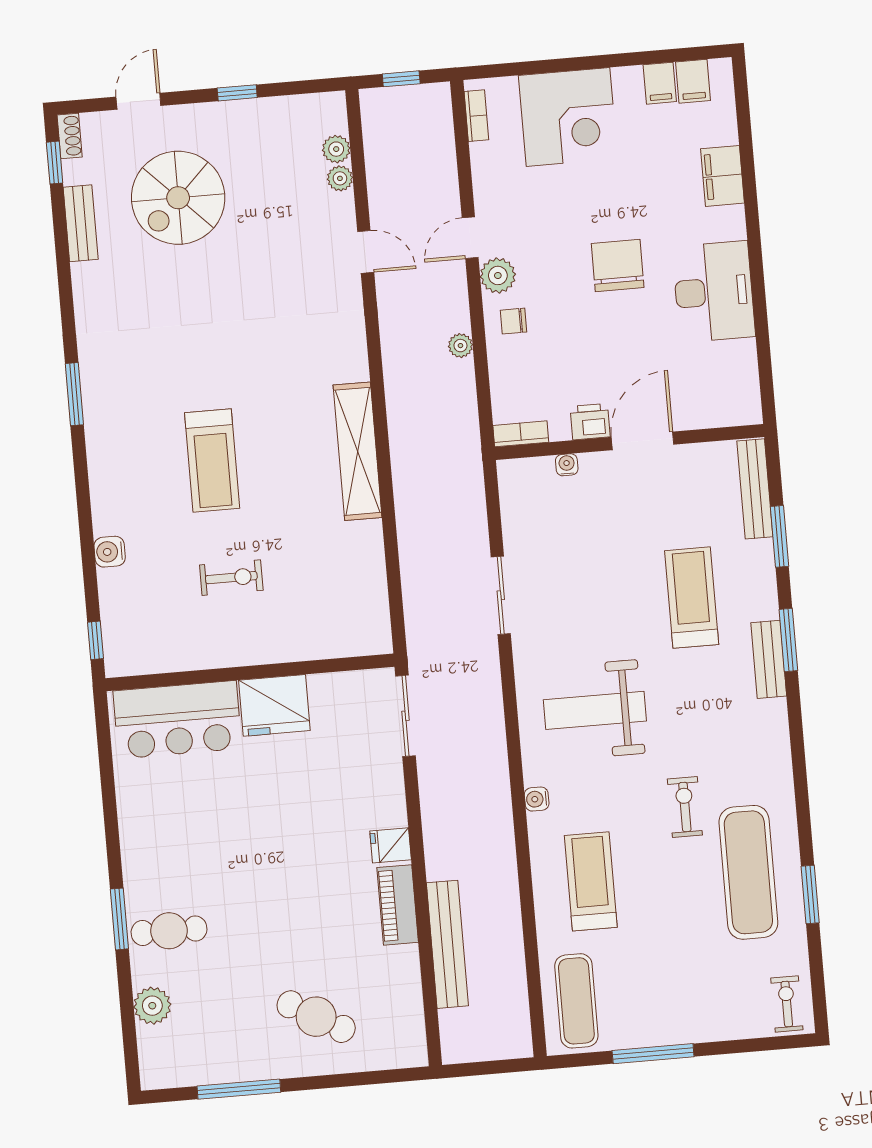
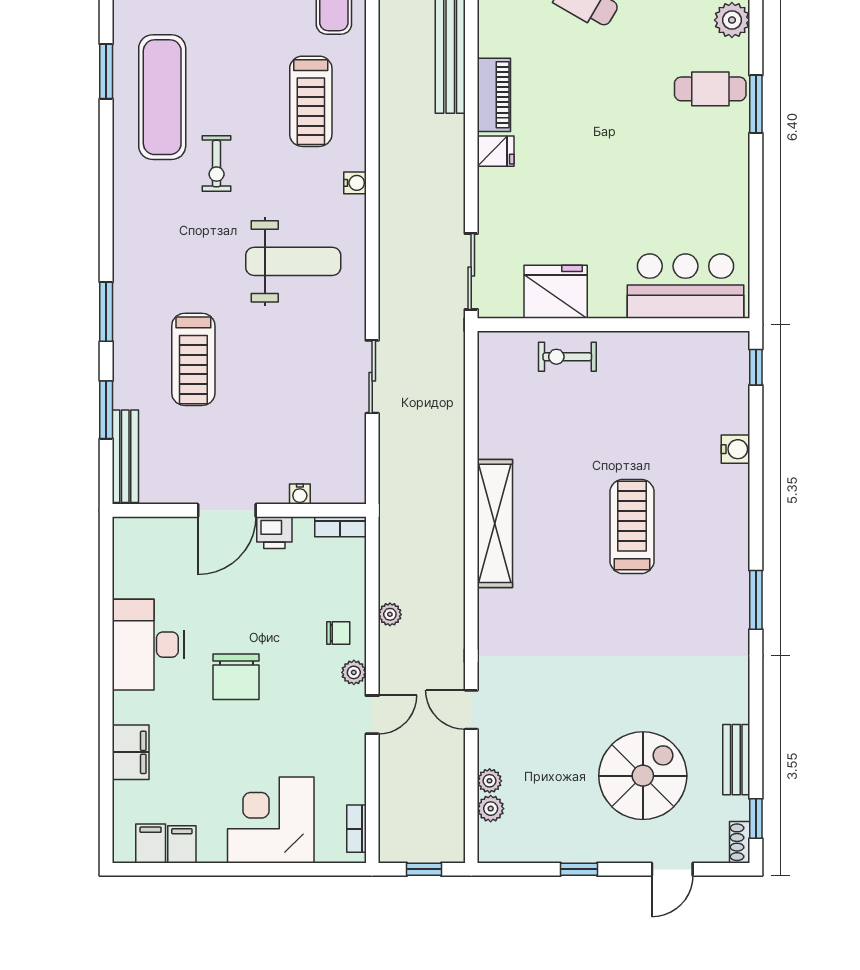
plant: (498, 275) -> (354, 672), width x0.73, depth x0.73
exercise bike: (231, 578) -> (567, 357), moved
bench: (769, 659) -> (126, 295), removed
fridge: (274, 705) -> (556, 292), moved

